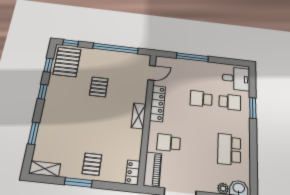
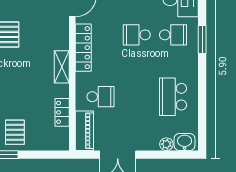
school desk: (169, 143) -> (101, 97), turned 180
locker: (133, 172) -> (62, 112), moved

